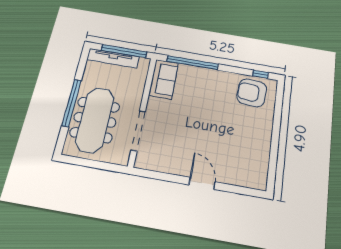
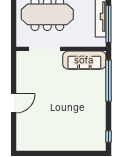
sofa: (164, 79) -> (84, 60), width x1.36
armchair: (252, 93) -> (91, 131), removed

